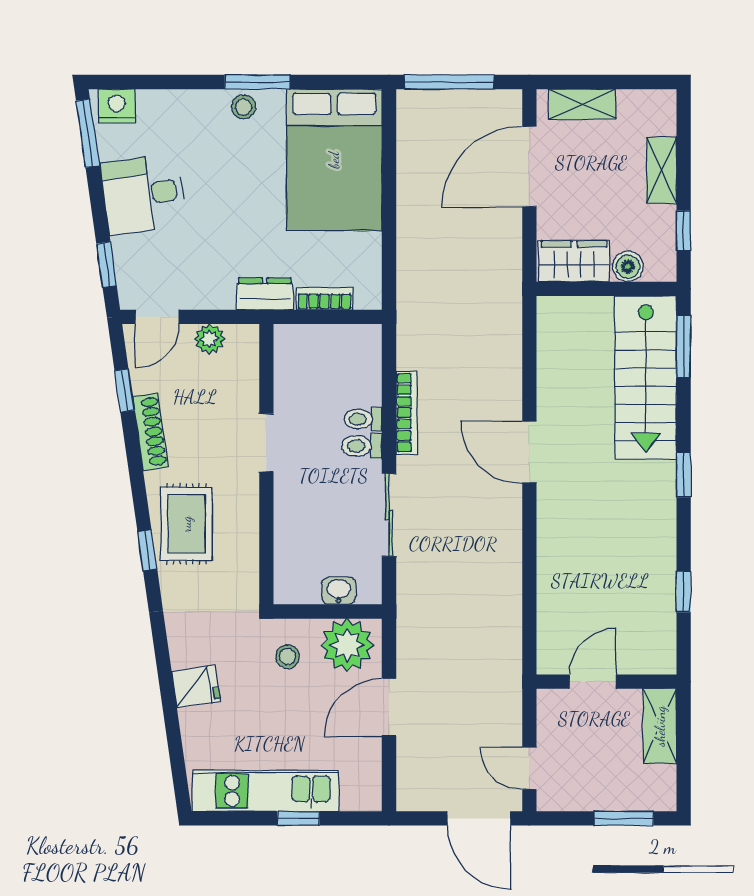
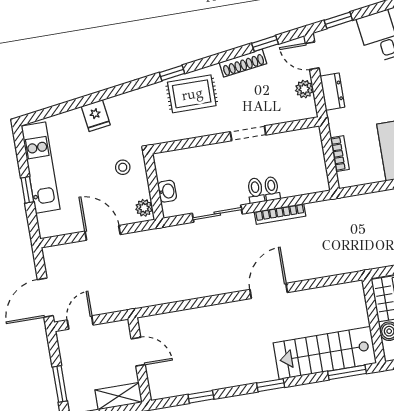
dresser: (265, 294) -> (332, 92), moved
plant: (347, 645) -> (144, 208), width x0.53, depth x0.53

